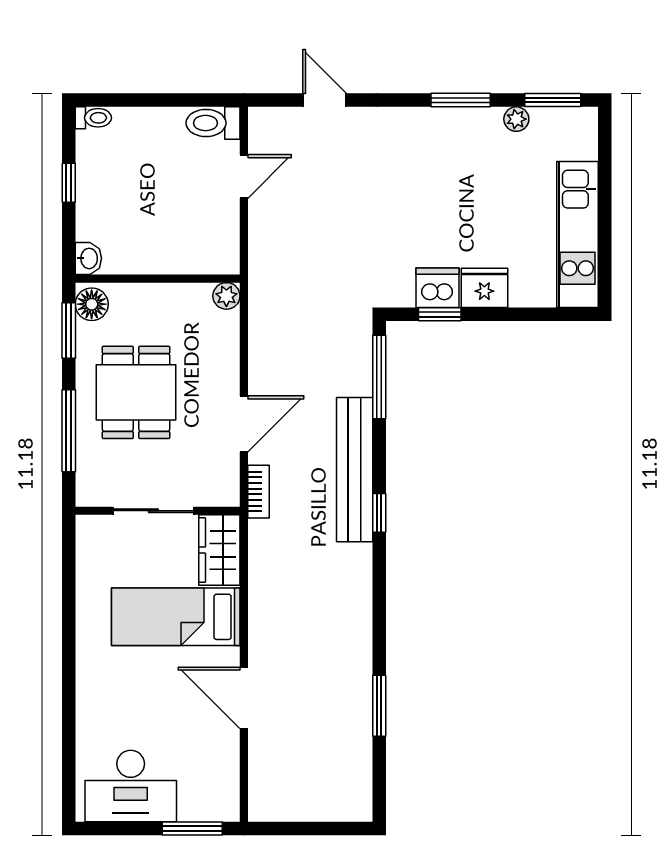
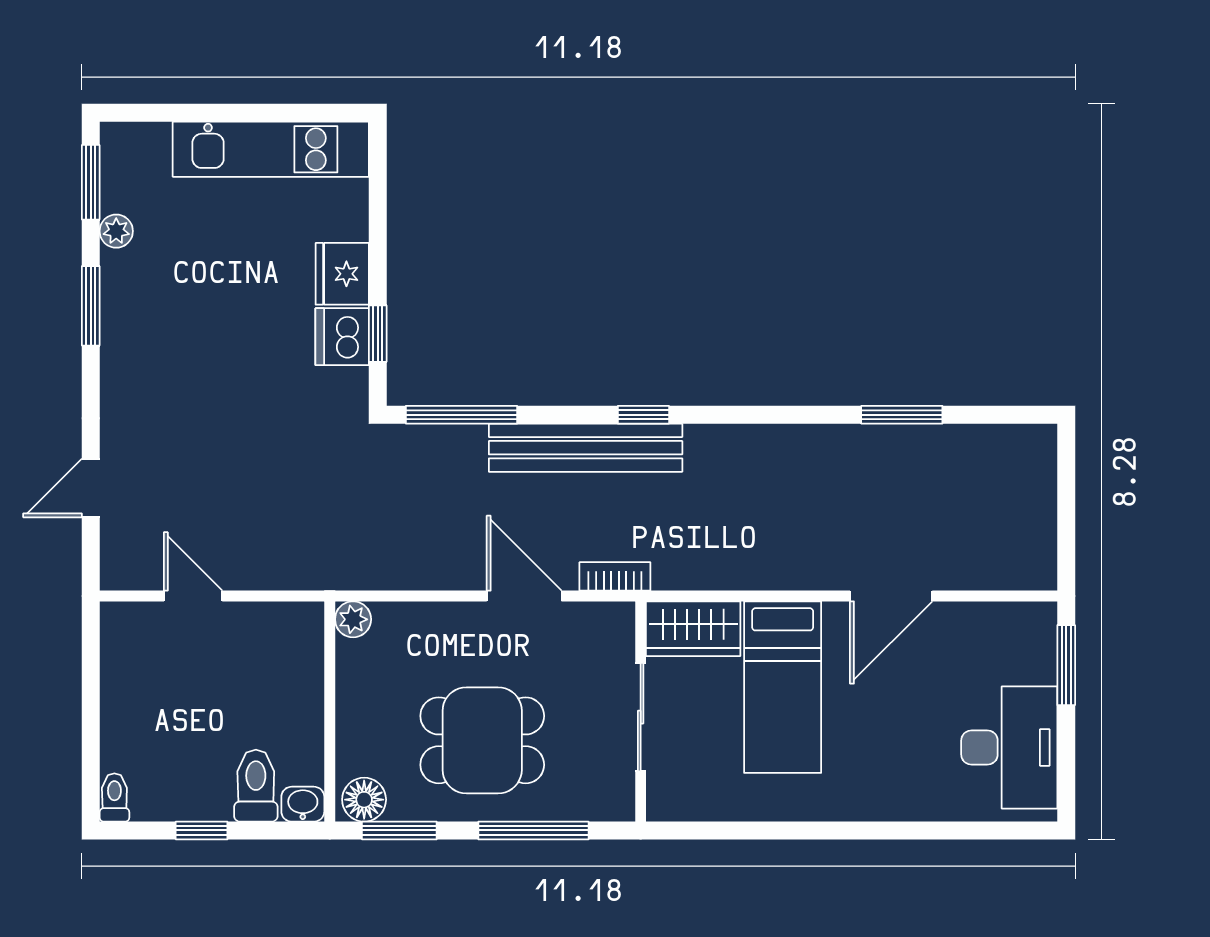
toilet: (213, 123) -> (256, 786), moved, turned 180

